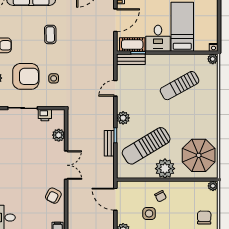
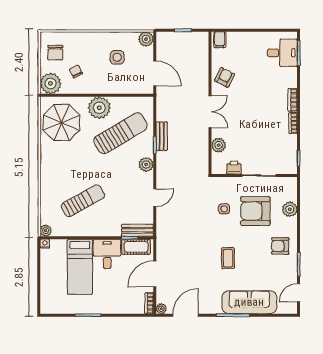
double door: (66, 165) -> (210, 112), swing flipped
plant: (213, 186) -> (51, 83), width x1.88, depth x1.88
chair: (161, 196) -> (76, 71), moved

